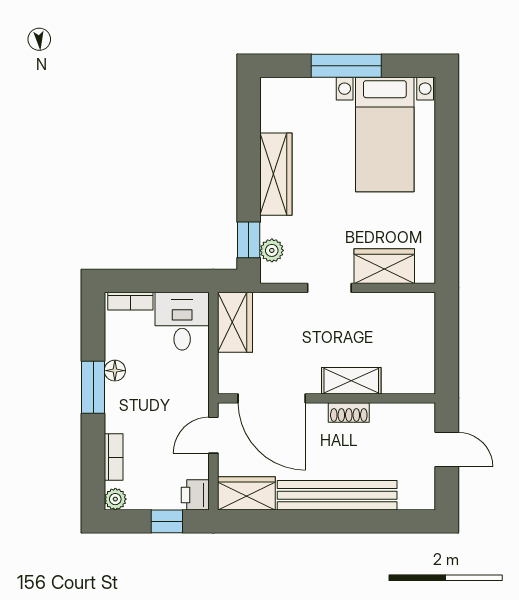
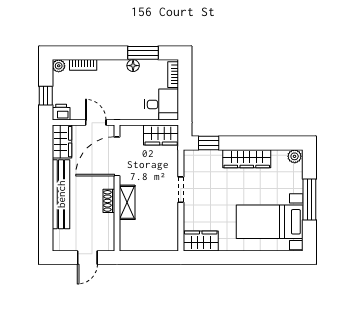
plant: (272, 250) -> (295, 156), moved
wardrobe: (384, 266) -> (201, 241), moved, turned -90
window: (93, 387) -> (143, 53), moved

